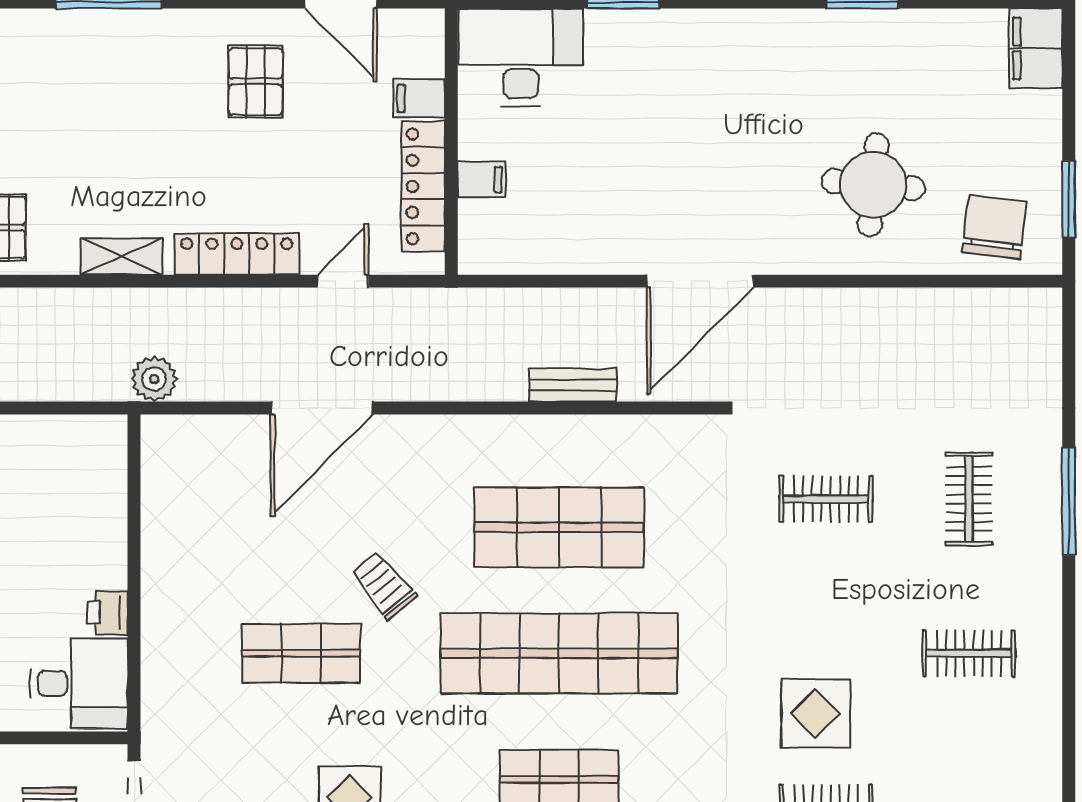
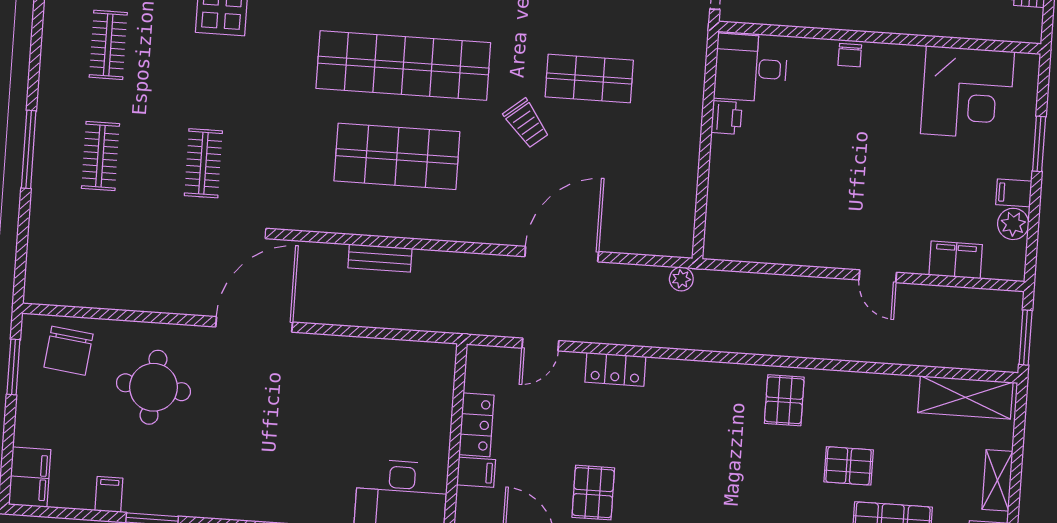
filing cabinet: (481, 180) -> (109, 494), moved, turned 90
locker: (423, 186) -> (477, 425), width x0.66
locker: (237, 254) -> (615, 369), width x0.66
shelving: (121, 257) -> (699, 373), removed
door: (700, 281) -> (254, 324), moved
plant: (154, 379) -> (681, 279), width x0.73, depth x0.73
clothes rail: (826, 499) -> (203, 163), turned 90
clothes rail: (969, 653) -> (108, 45), turned 90

